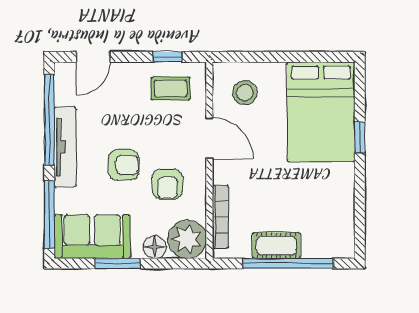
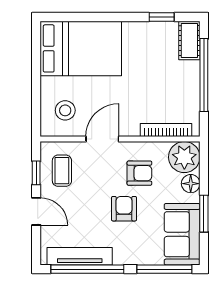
door: (93, 57) -> (36, 211), moved
window: (360, 137) -> (162, 17), moved
tv unit: (65, 147) -> (80, 256), moved
cot: (276, 246) -> (189, 40), moved

